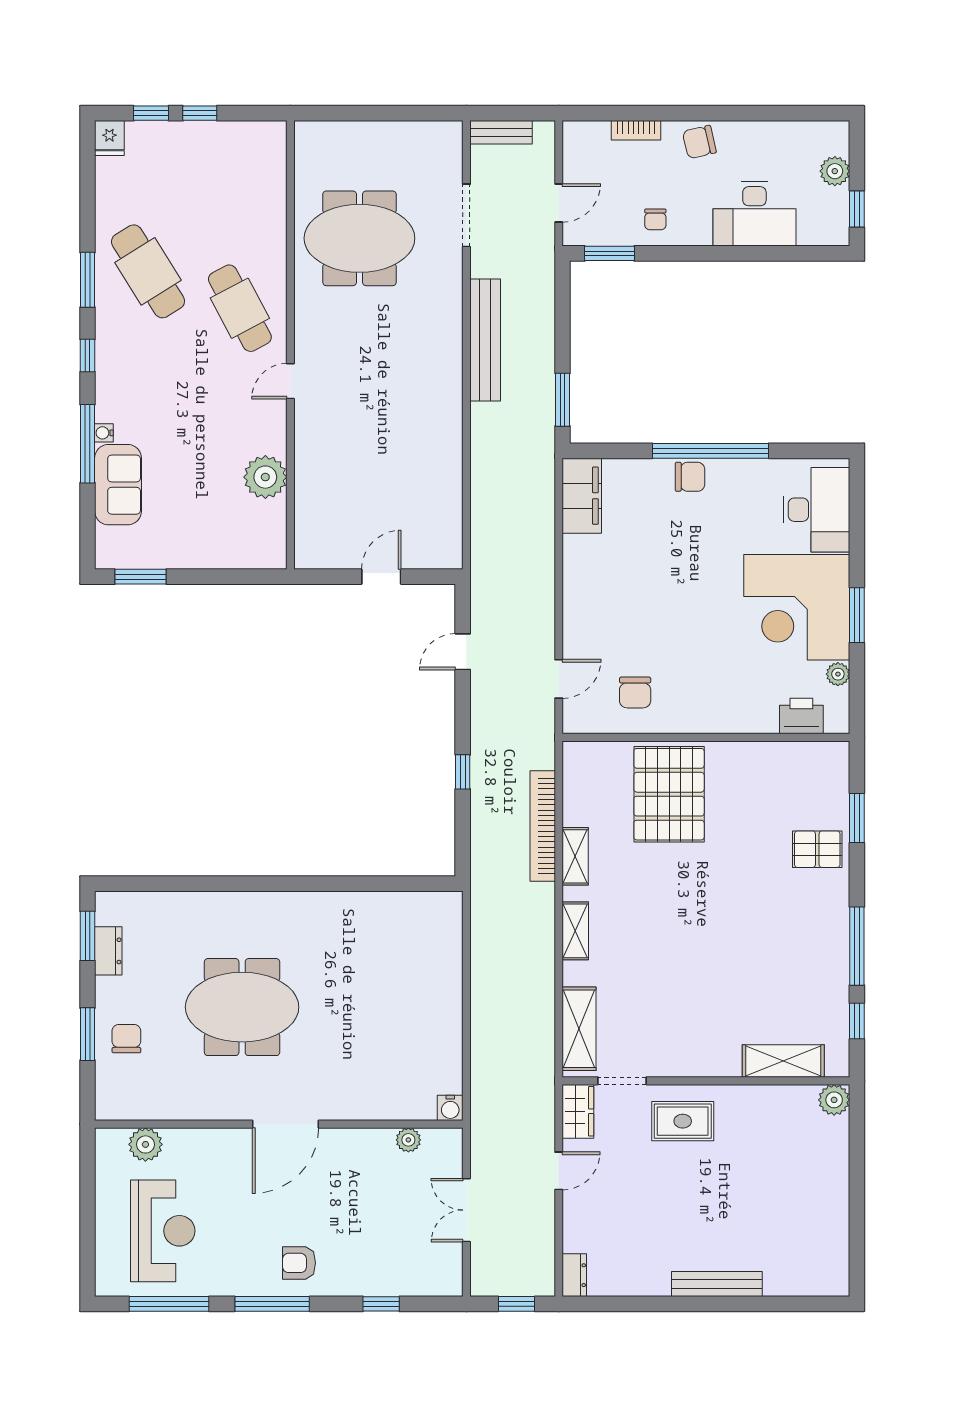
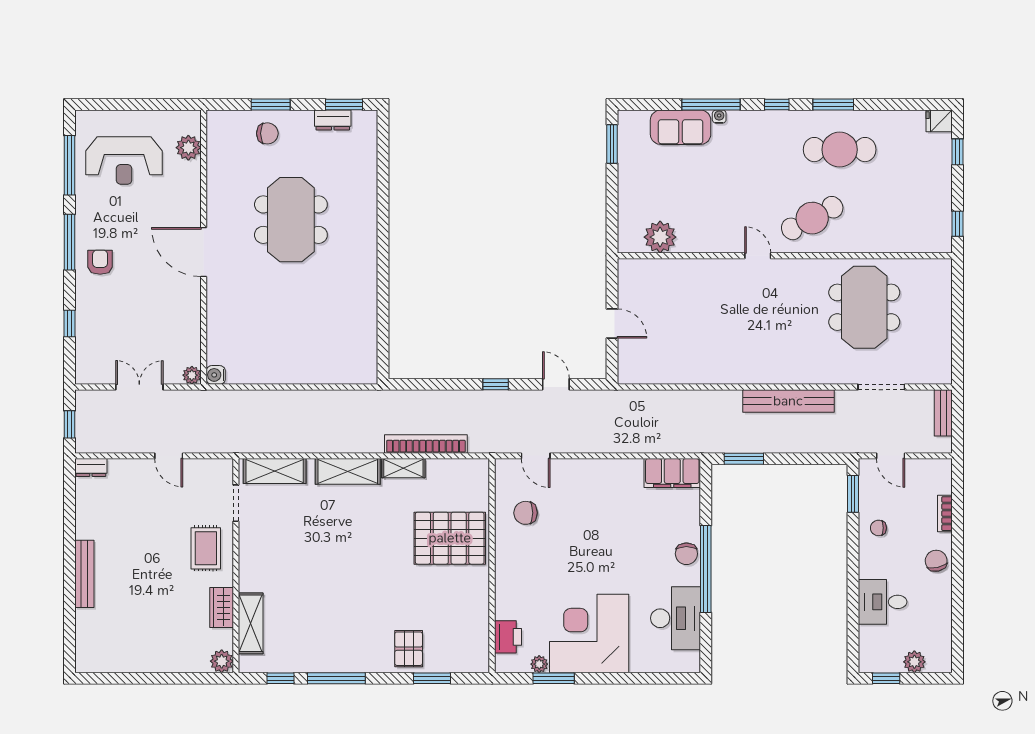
window: (200, 113) -> (958, 224), moved
desk: (754, 214) -> (883, 602), width x0.73
cafe table: (148, 271) -> (840, 150), turned 32
plant: (265, 477) -> (660, 237), moved
desk: (816, 510) -> (676, 618), moved, turned -90
window: (857, 615) -> (554, 678), moved
window: (463, 772) -> (496, 384), moved
shelving: (575, 931) -> (348, 471), width x1.50, depth x1.33
wardrobe: (578, 1111) -> (222, 607), moved, turned 90
plant: (408, 1140) -> (192, 375), moved

